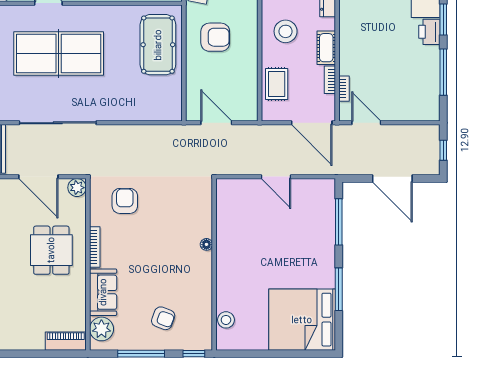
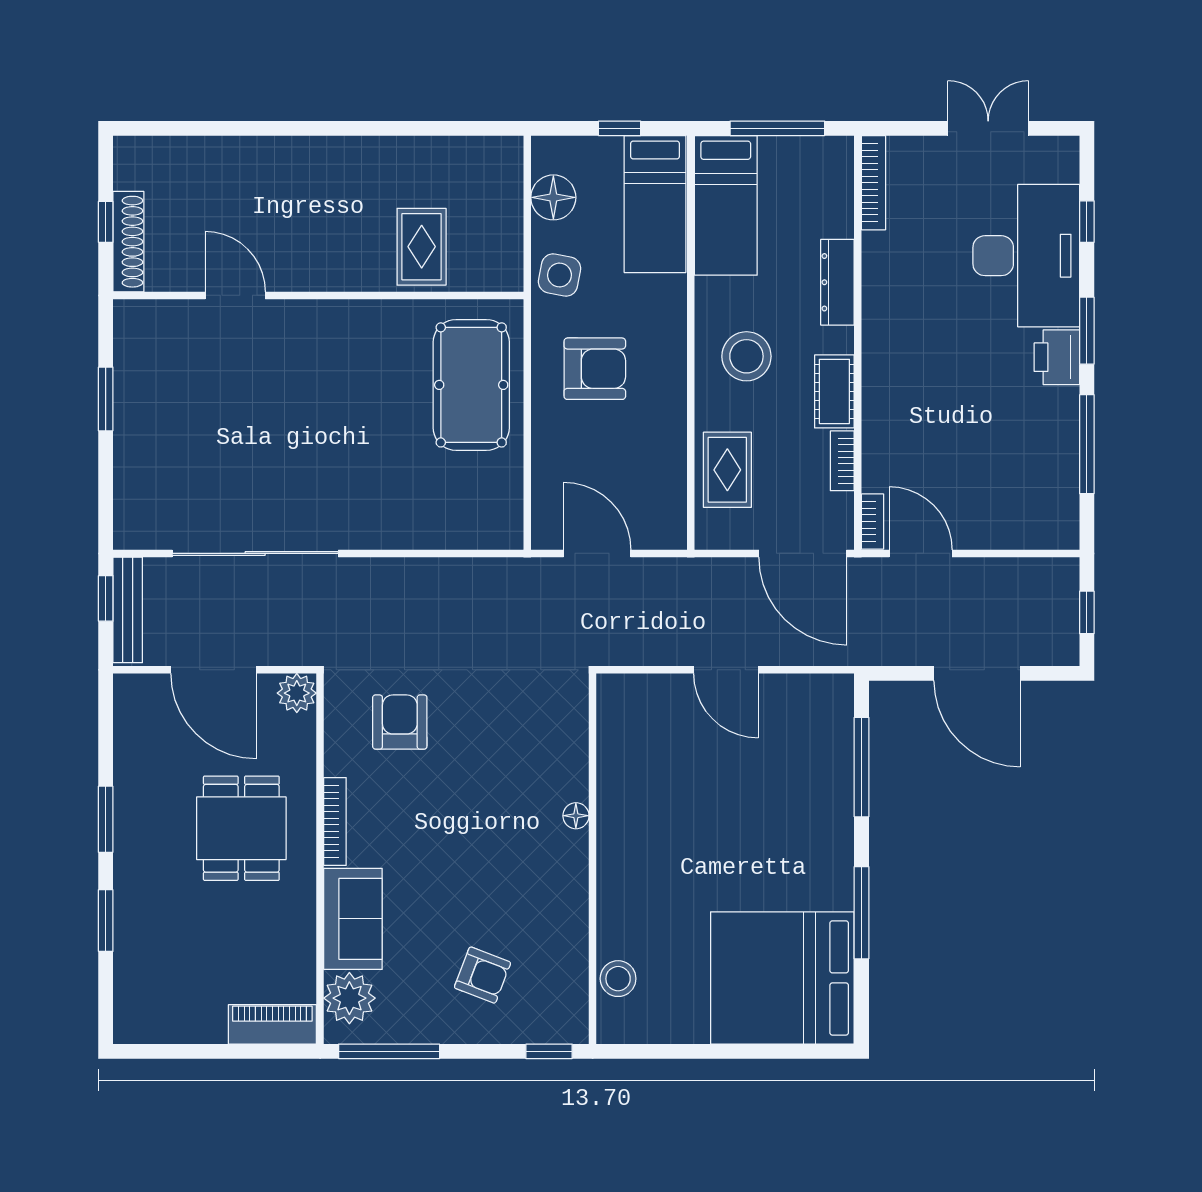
table tennis table: (59, 53) -> (257, 404), removed
bookcase: (344, 89) -> (873, 521), moved
window: (141, 354) -> (389, 1051), moved

